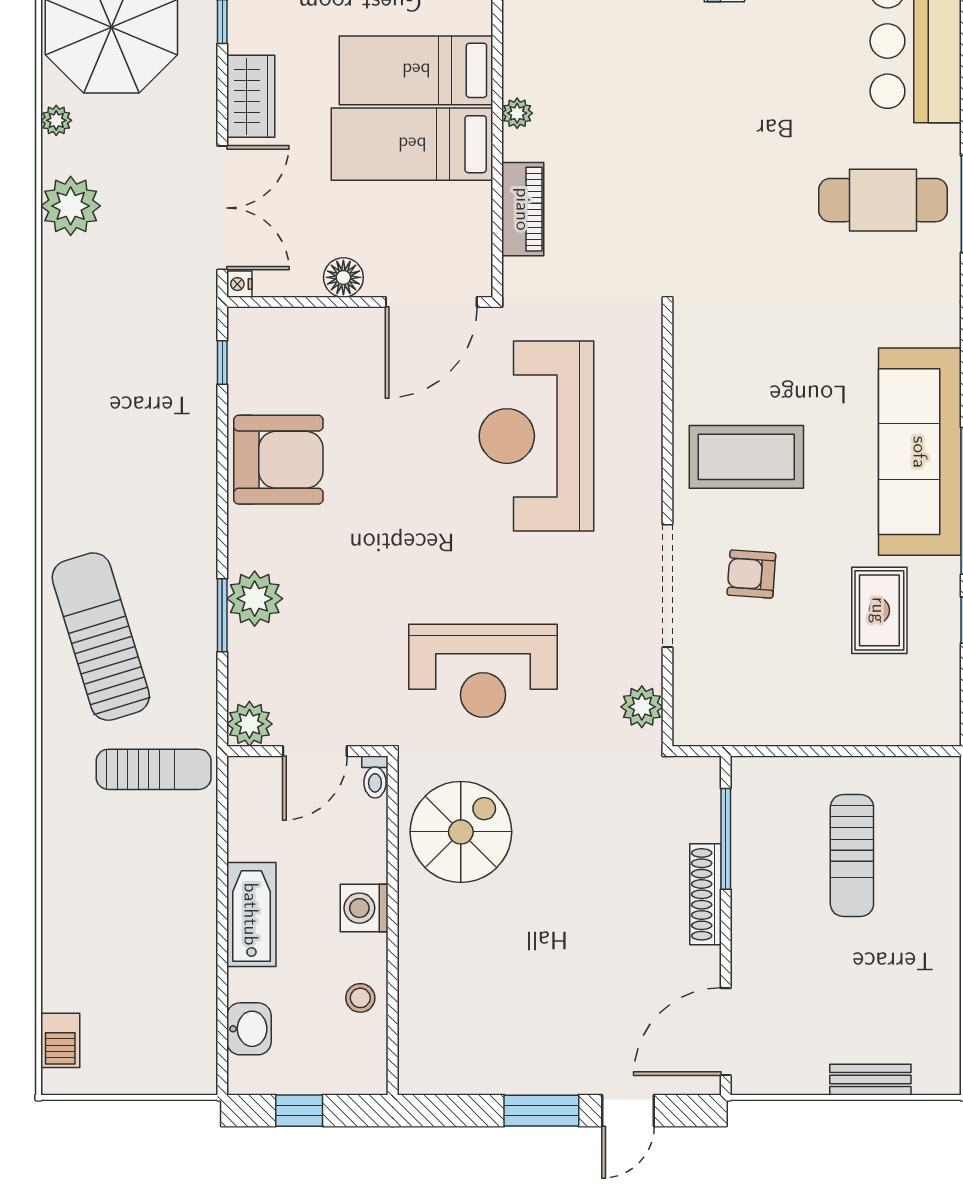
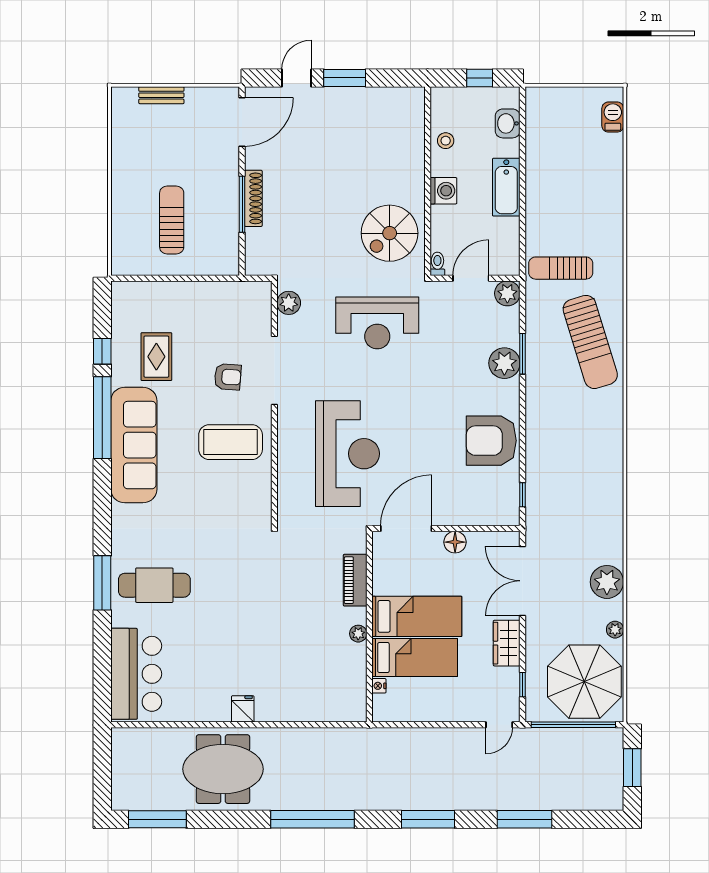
nightstand: (239, 284) -> (379, 686), moved, turned 180
reception desk: (483, 671) -> (377, 323), turned 180
window: (726, 839) -> (242, 204), moved

